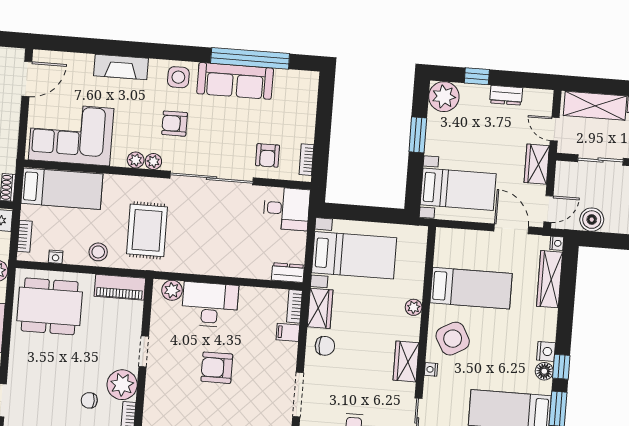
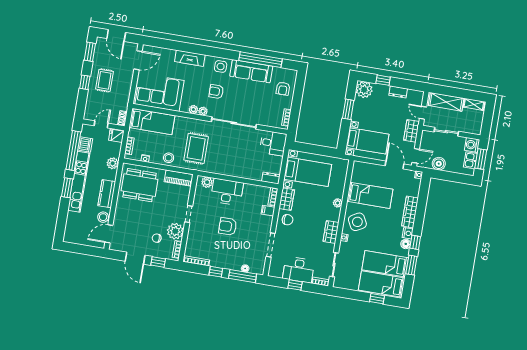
armchair: (268, 155) -> (283, 89), moved
wardrobe: (550, 279) -> (410, 212), moved

